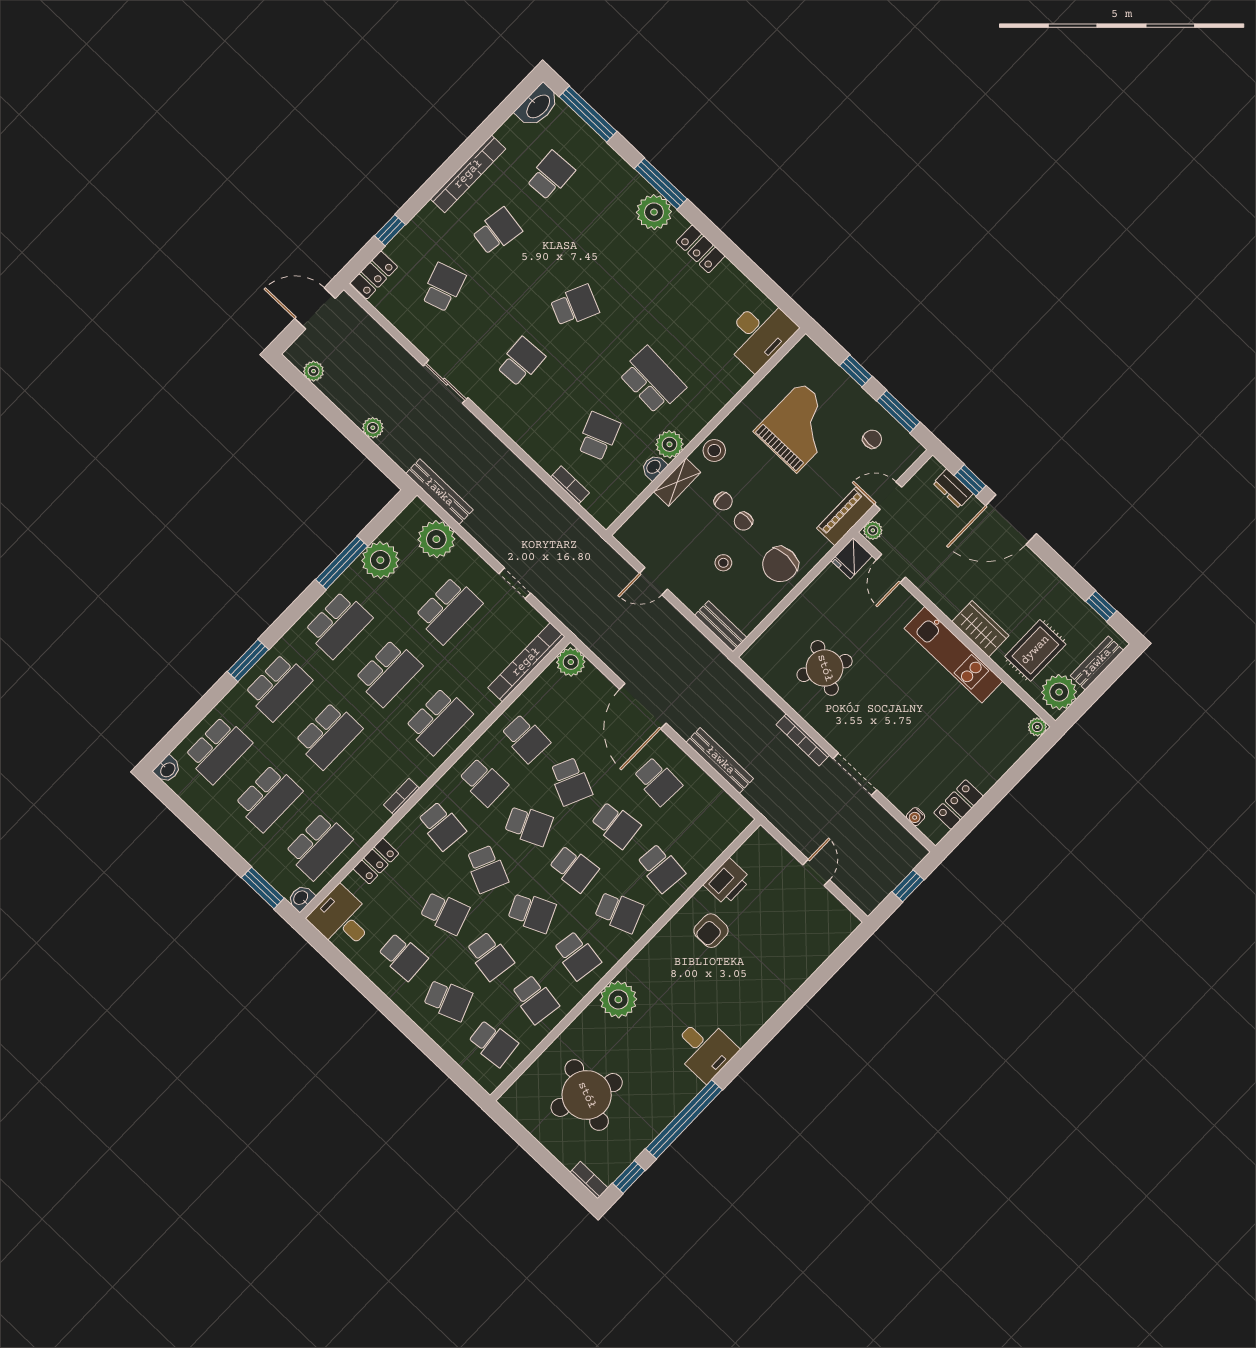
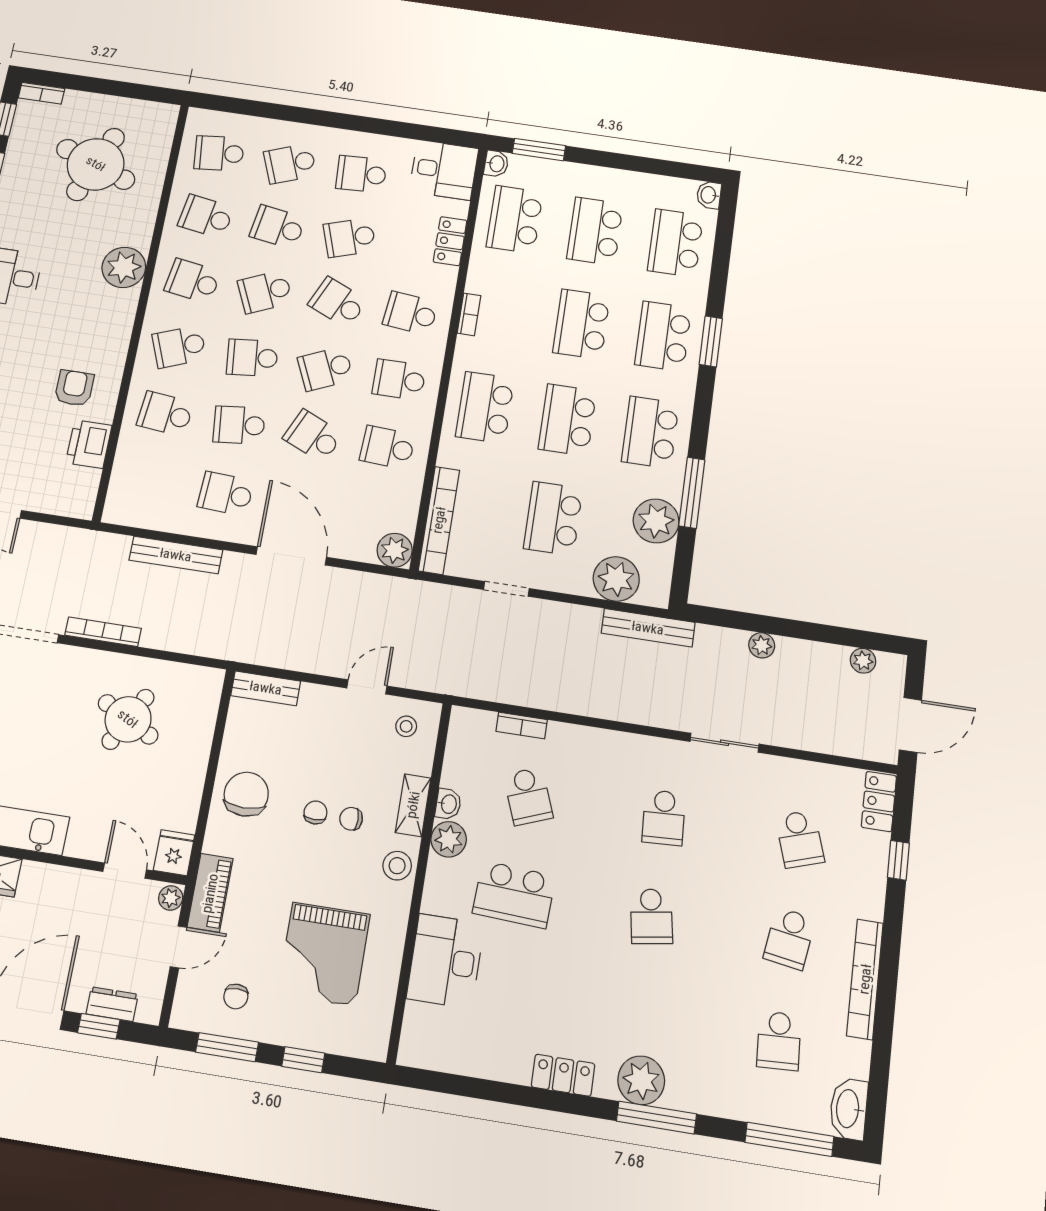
school desk: (575, 306) -> (651, 916), turned -33
desk: (759, 334) -> (445, 961), moved
stool: (723, 563) -> (406, 726), moved

